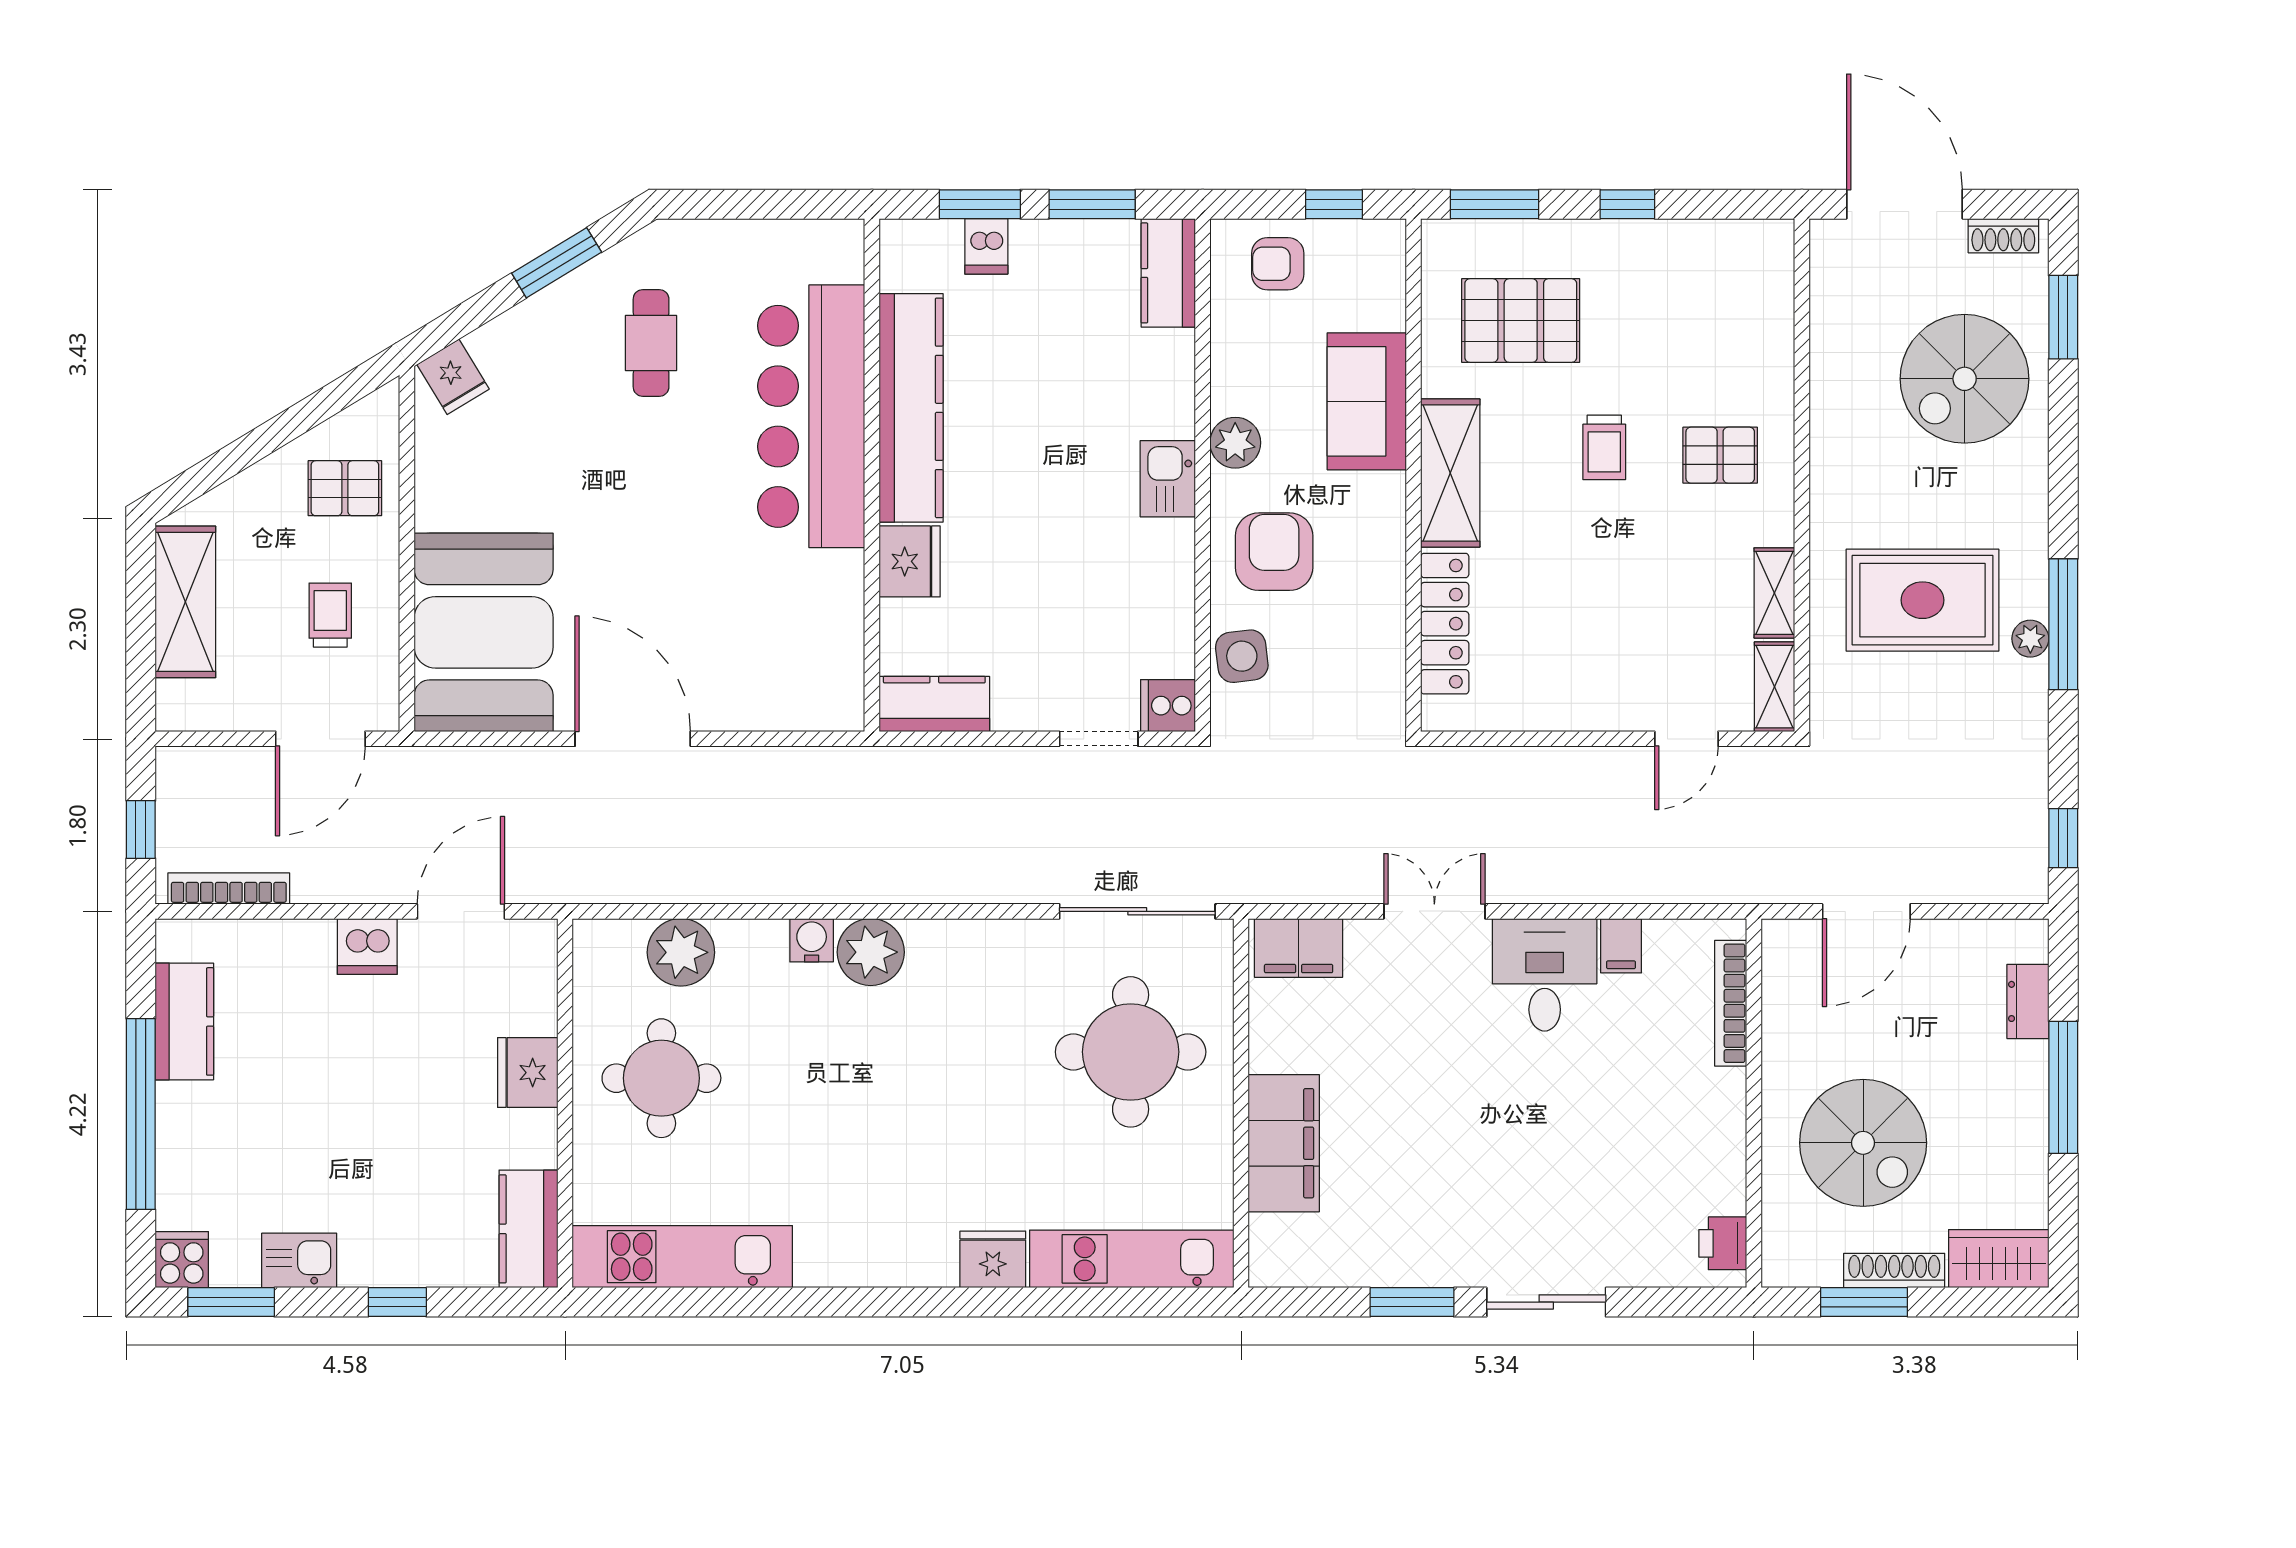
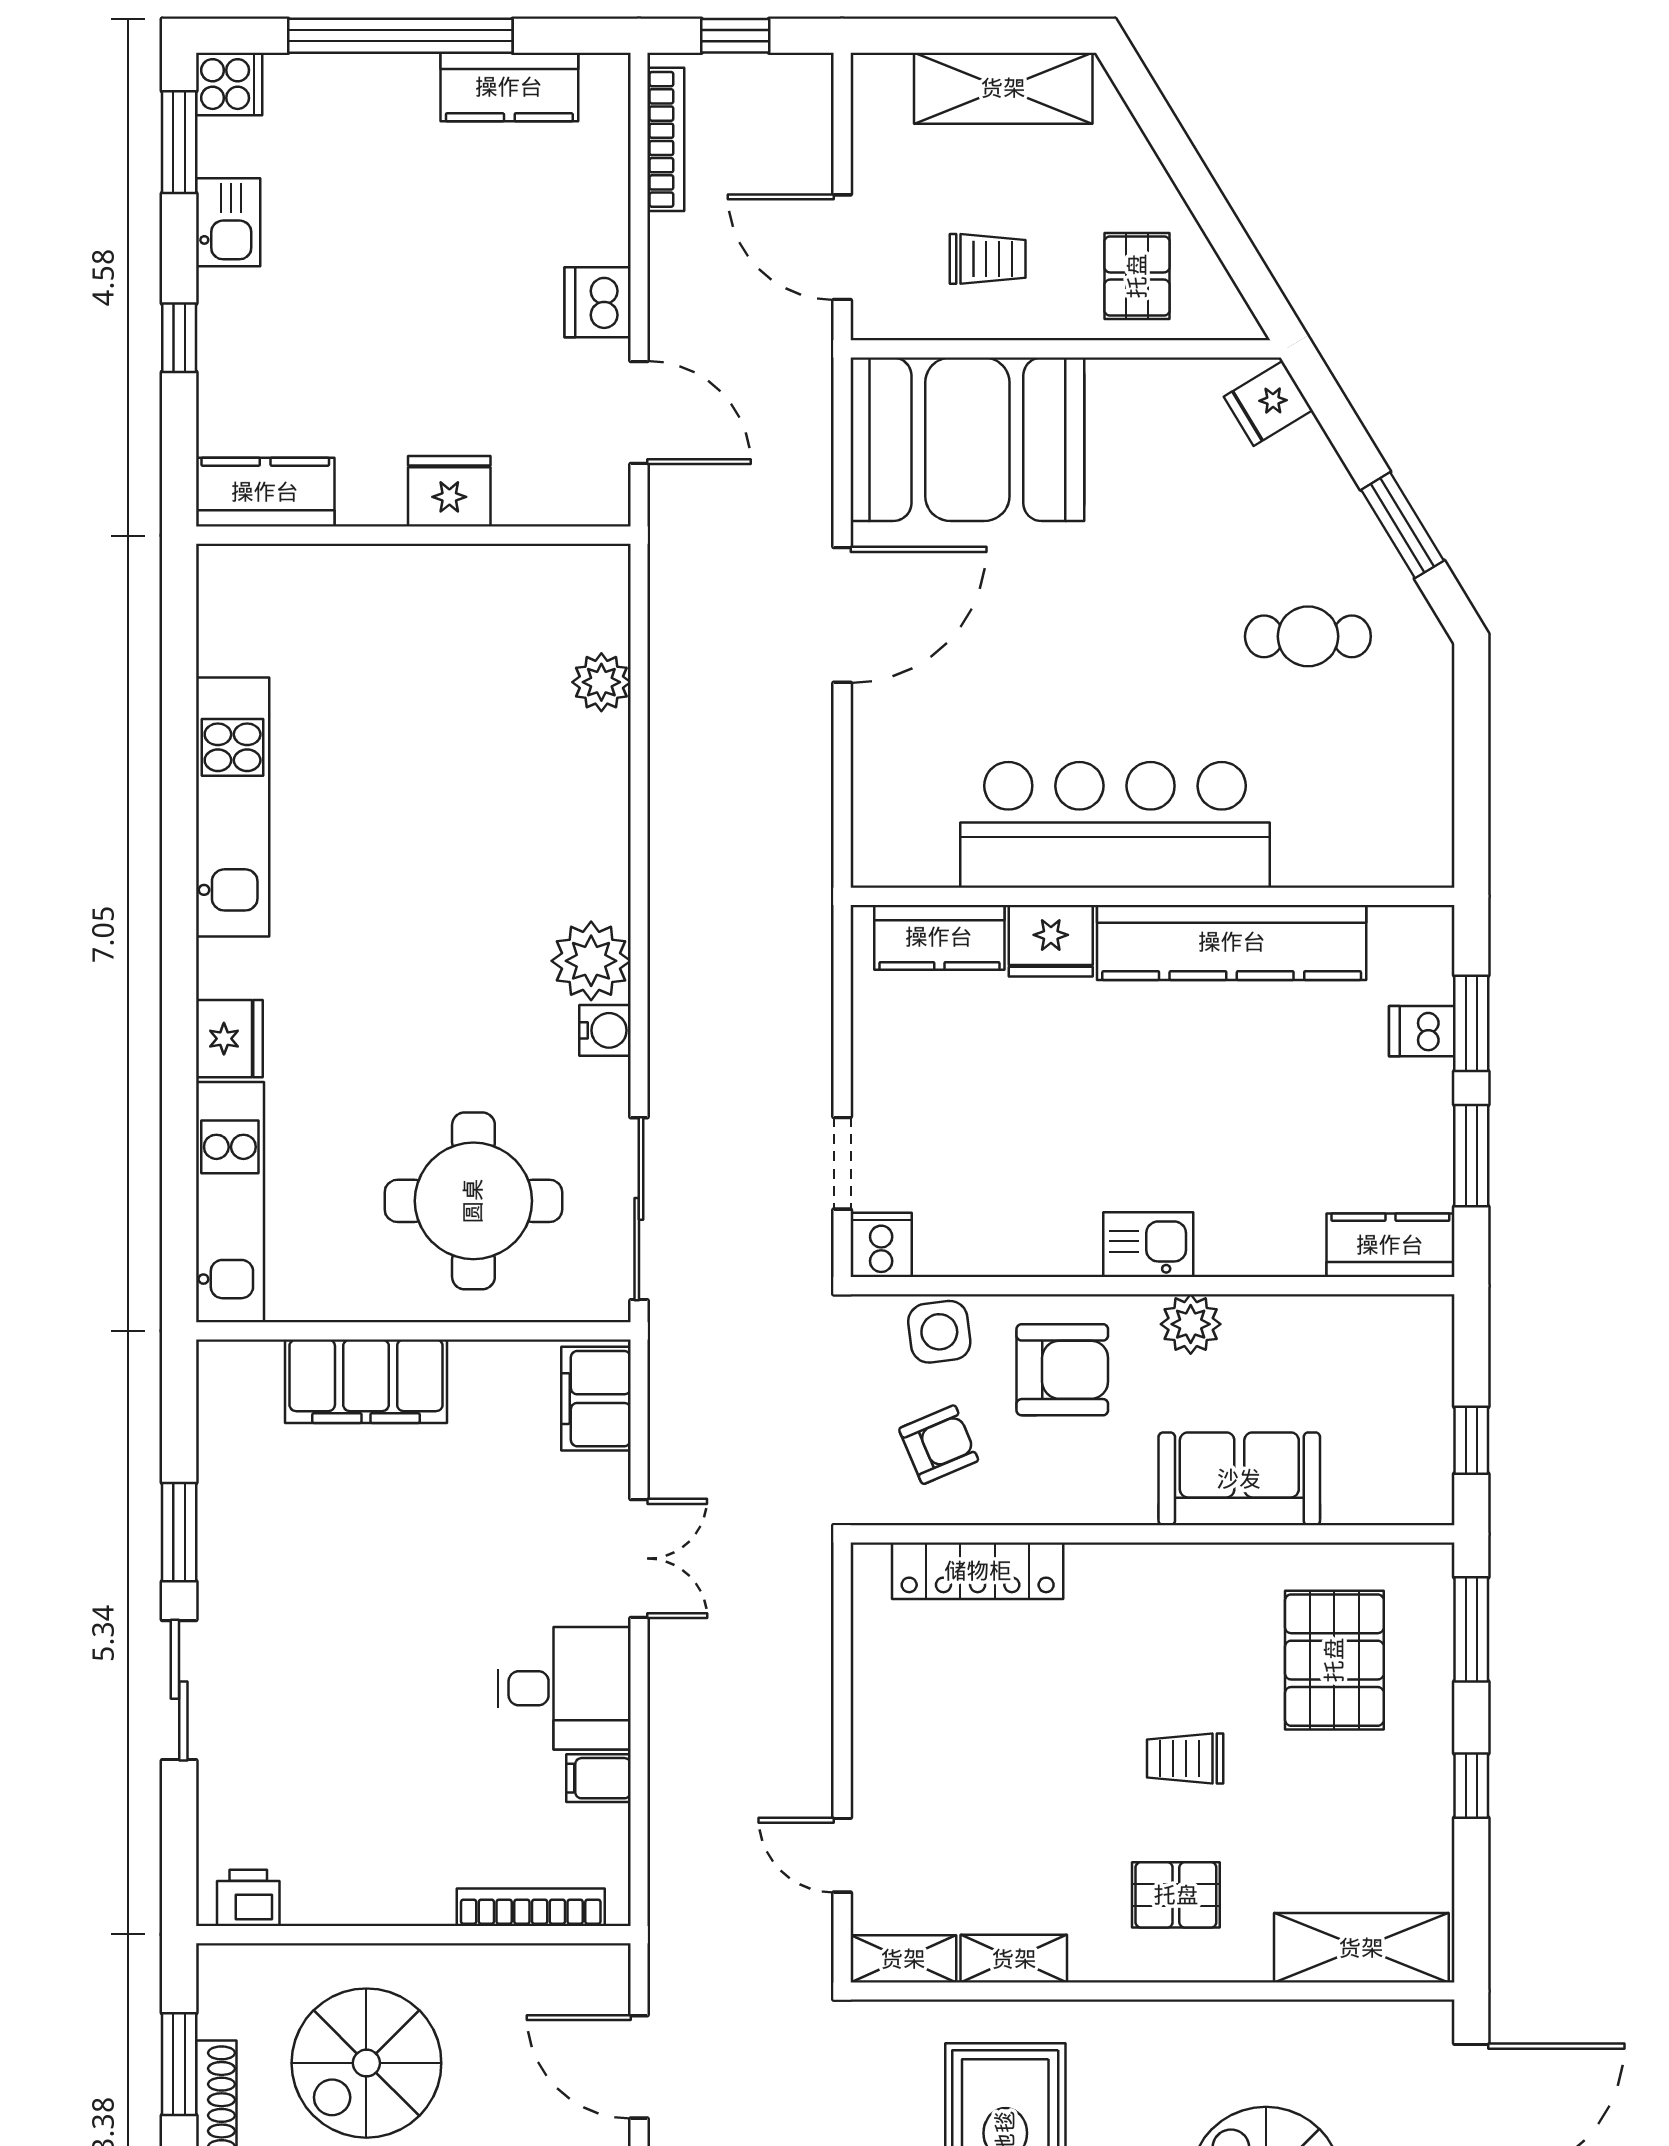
armchair: (1278, 264) -> (939, 1445), moved, turned 67
bar counter: (811, 416) -> (1115, 825), moved
pallet: (1720, 455) -> (1176, 1895), turned 90
shelving: (1450, 473) -> (1361, 1948), moved
kitchen counter: (934, 704) -> (939, 937), moved, turned 90
water cooler: (812, 940) -> (605, 1030), moved
plant: (681, 952) -> (601, 682), width x0.73, depth x0.73
plant: (871, 952) -> (591, 961), moved
round table: (661, 1078) -> (443, 649), removed
kitchen unit: (682, 1257) -> (233, 807), moved

